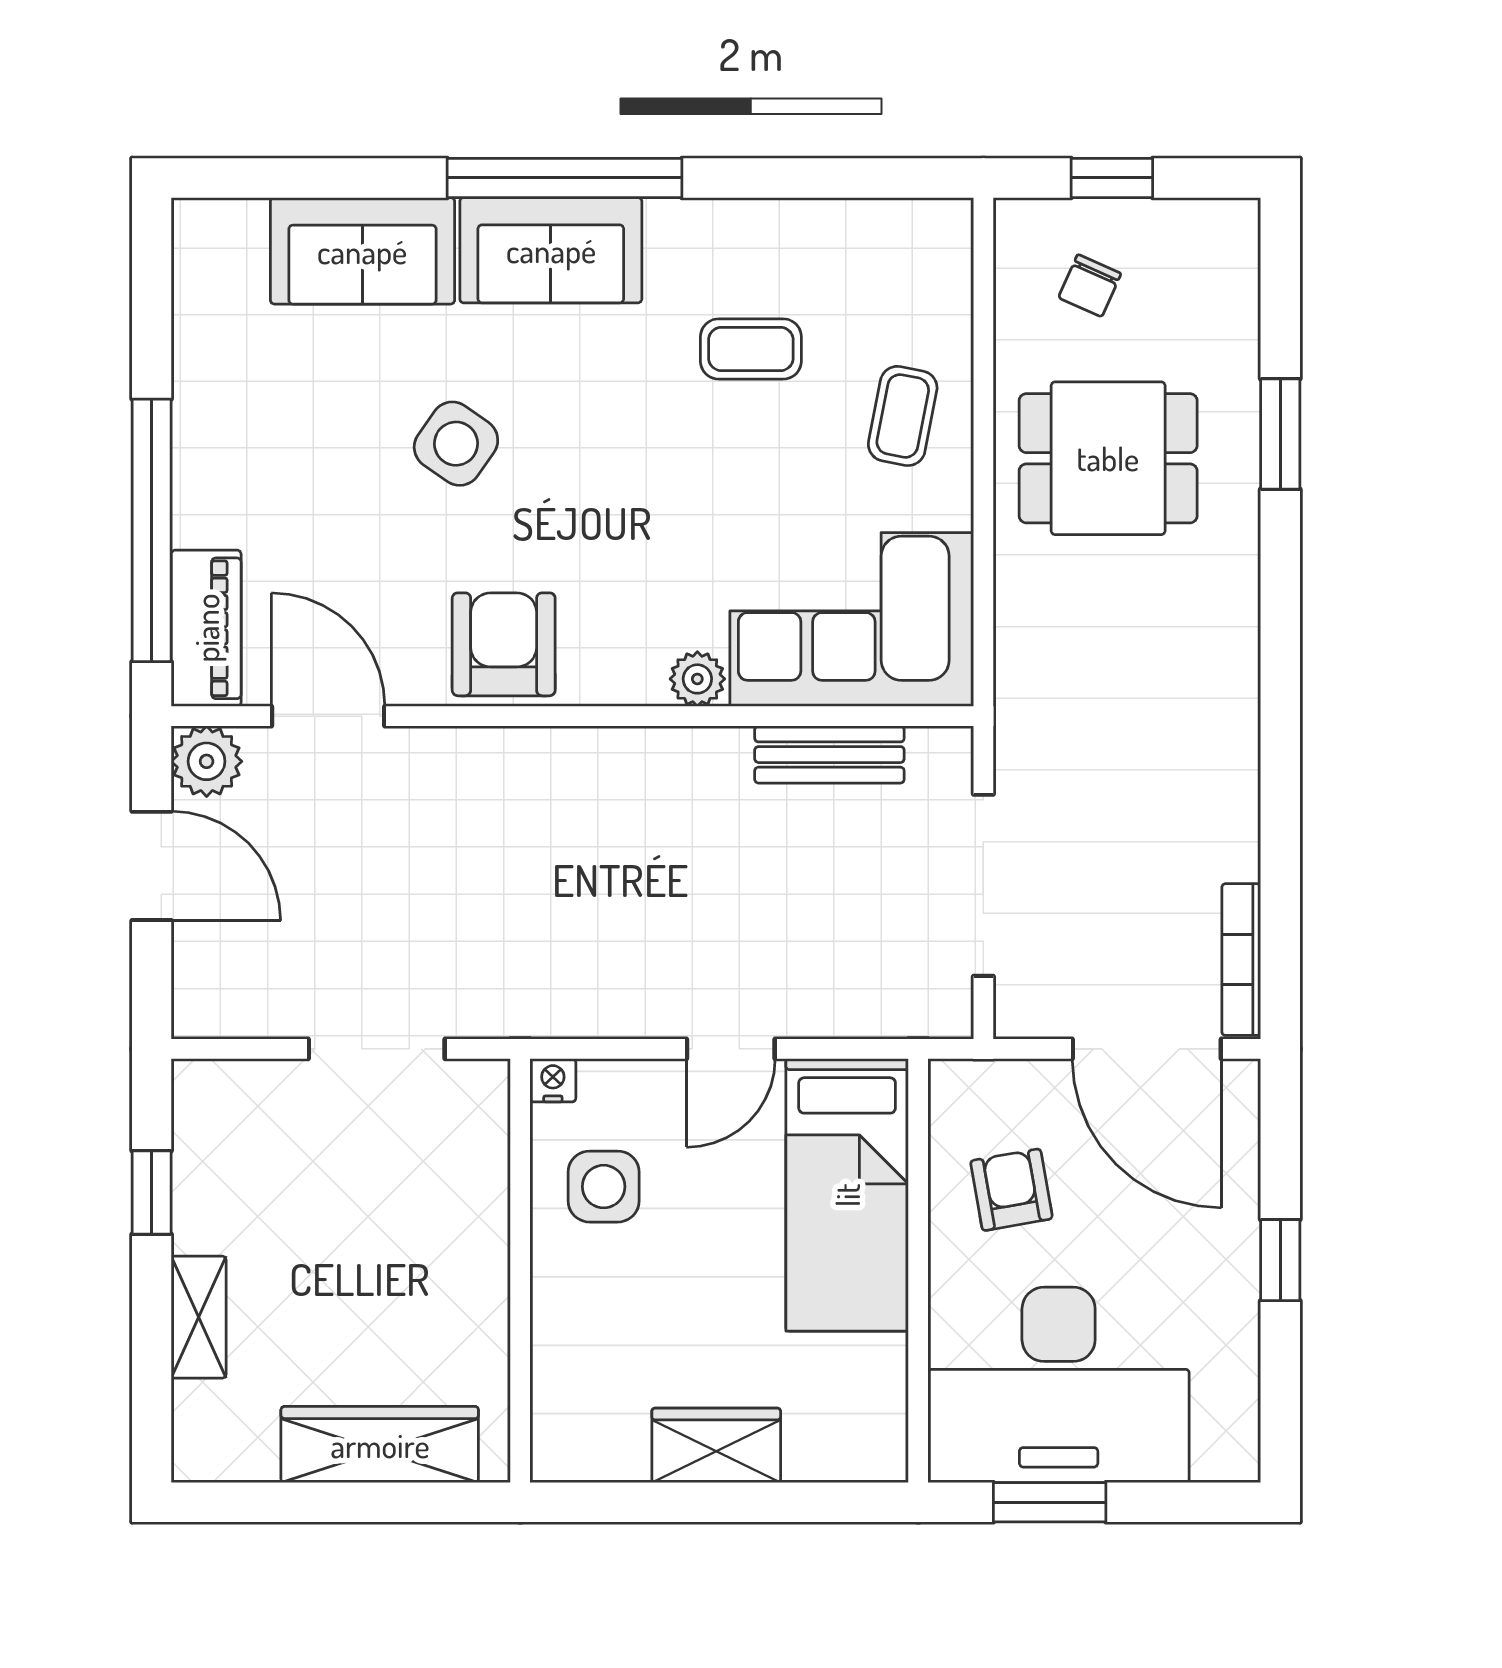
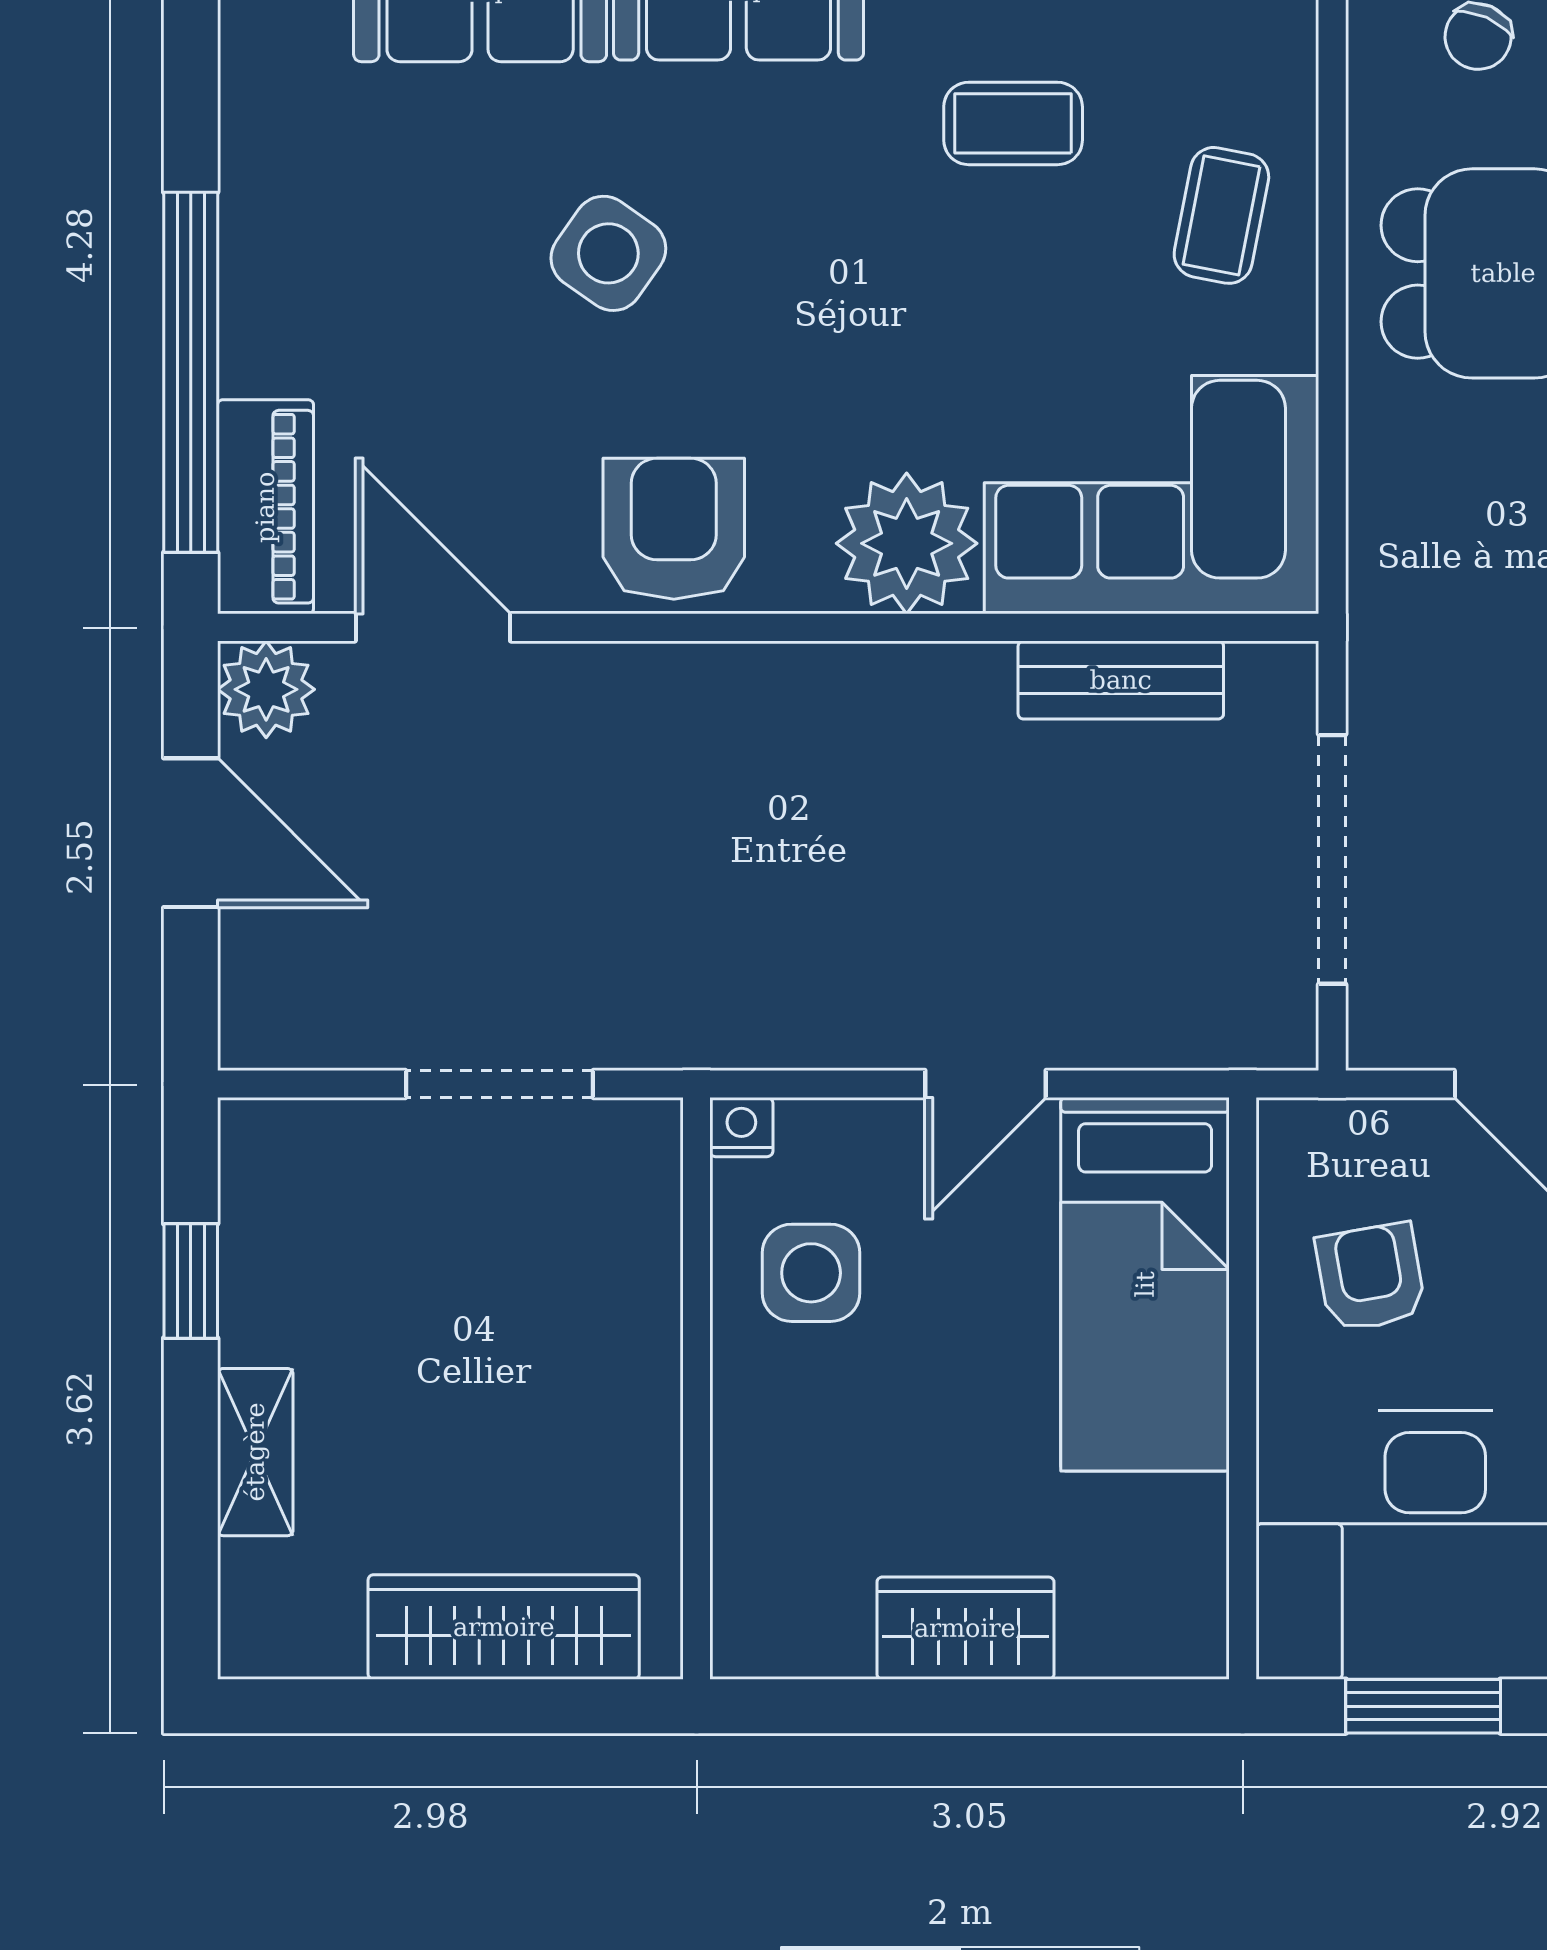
plant: (697, 679) -> (907, 543), width x1.87, depth x1.87

